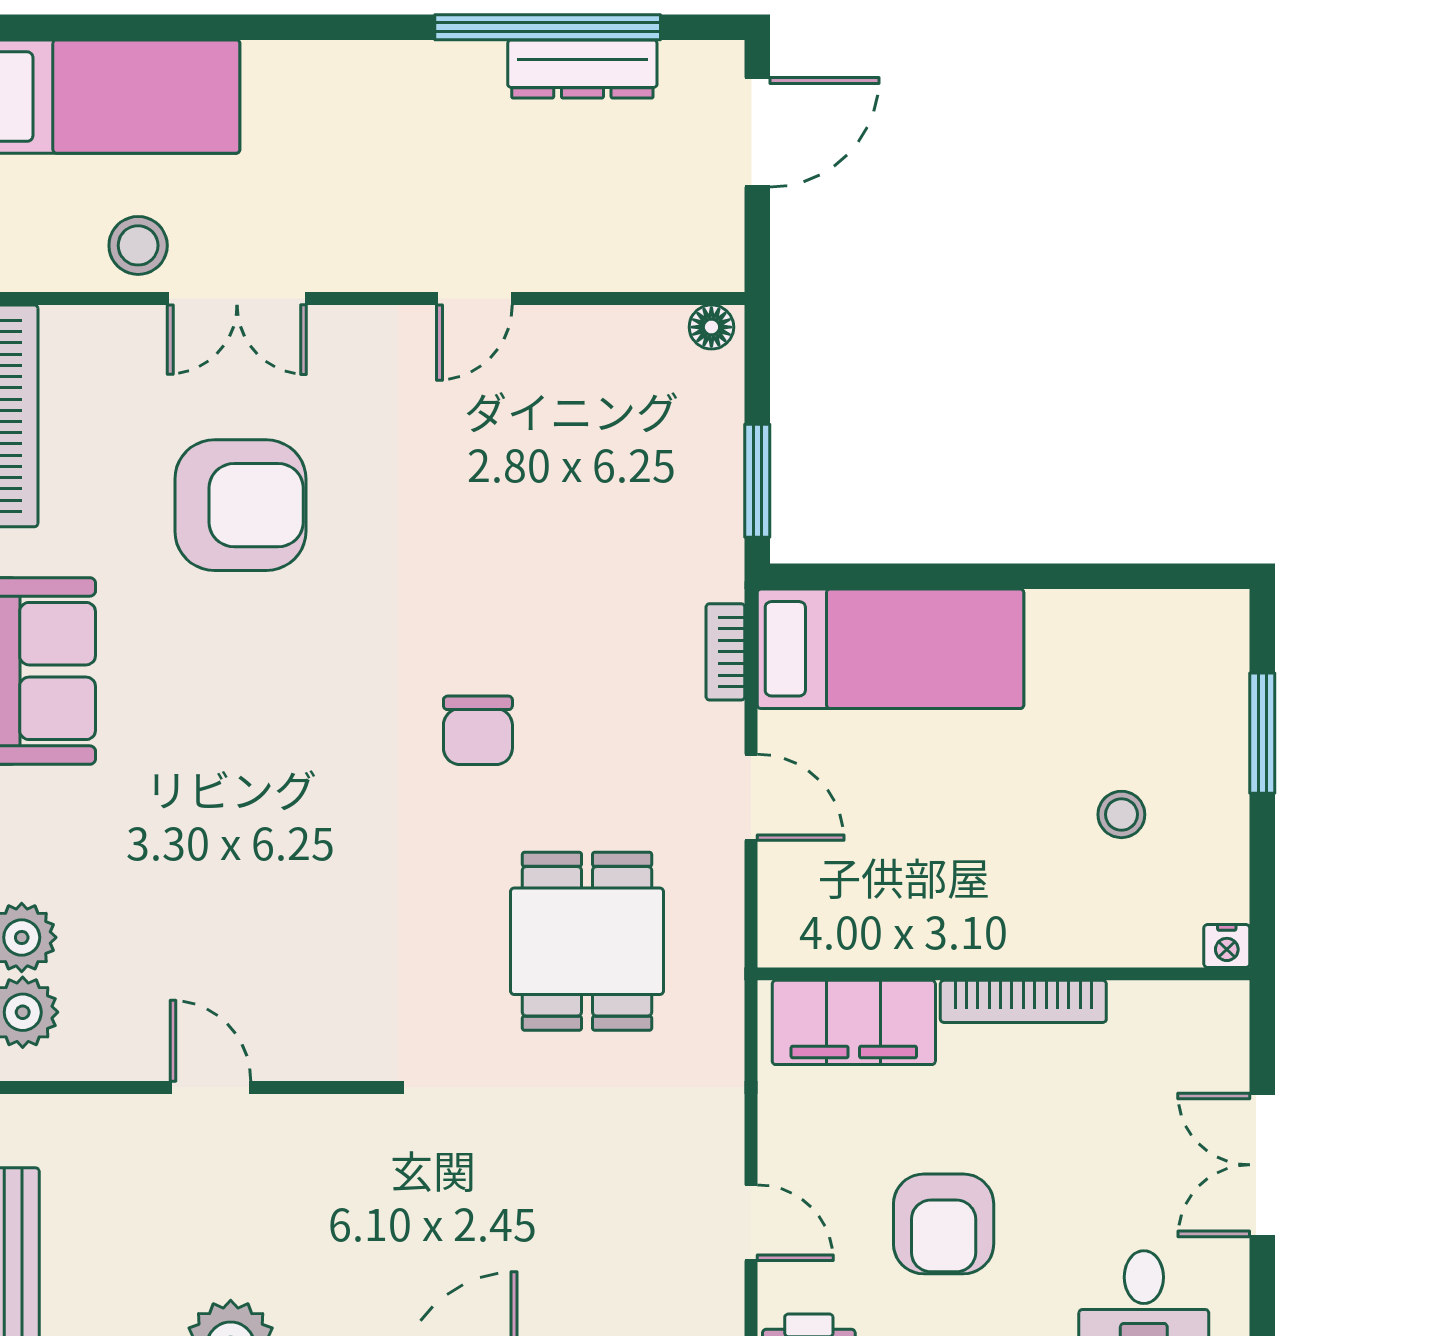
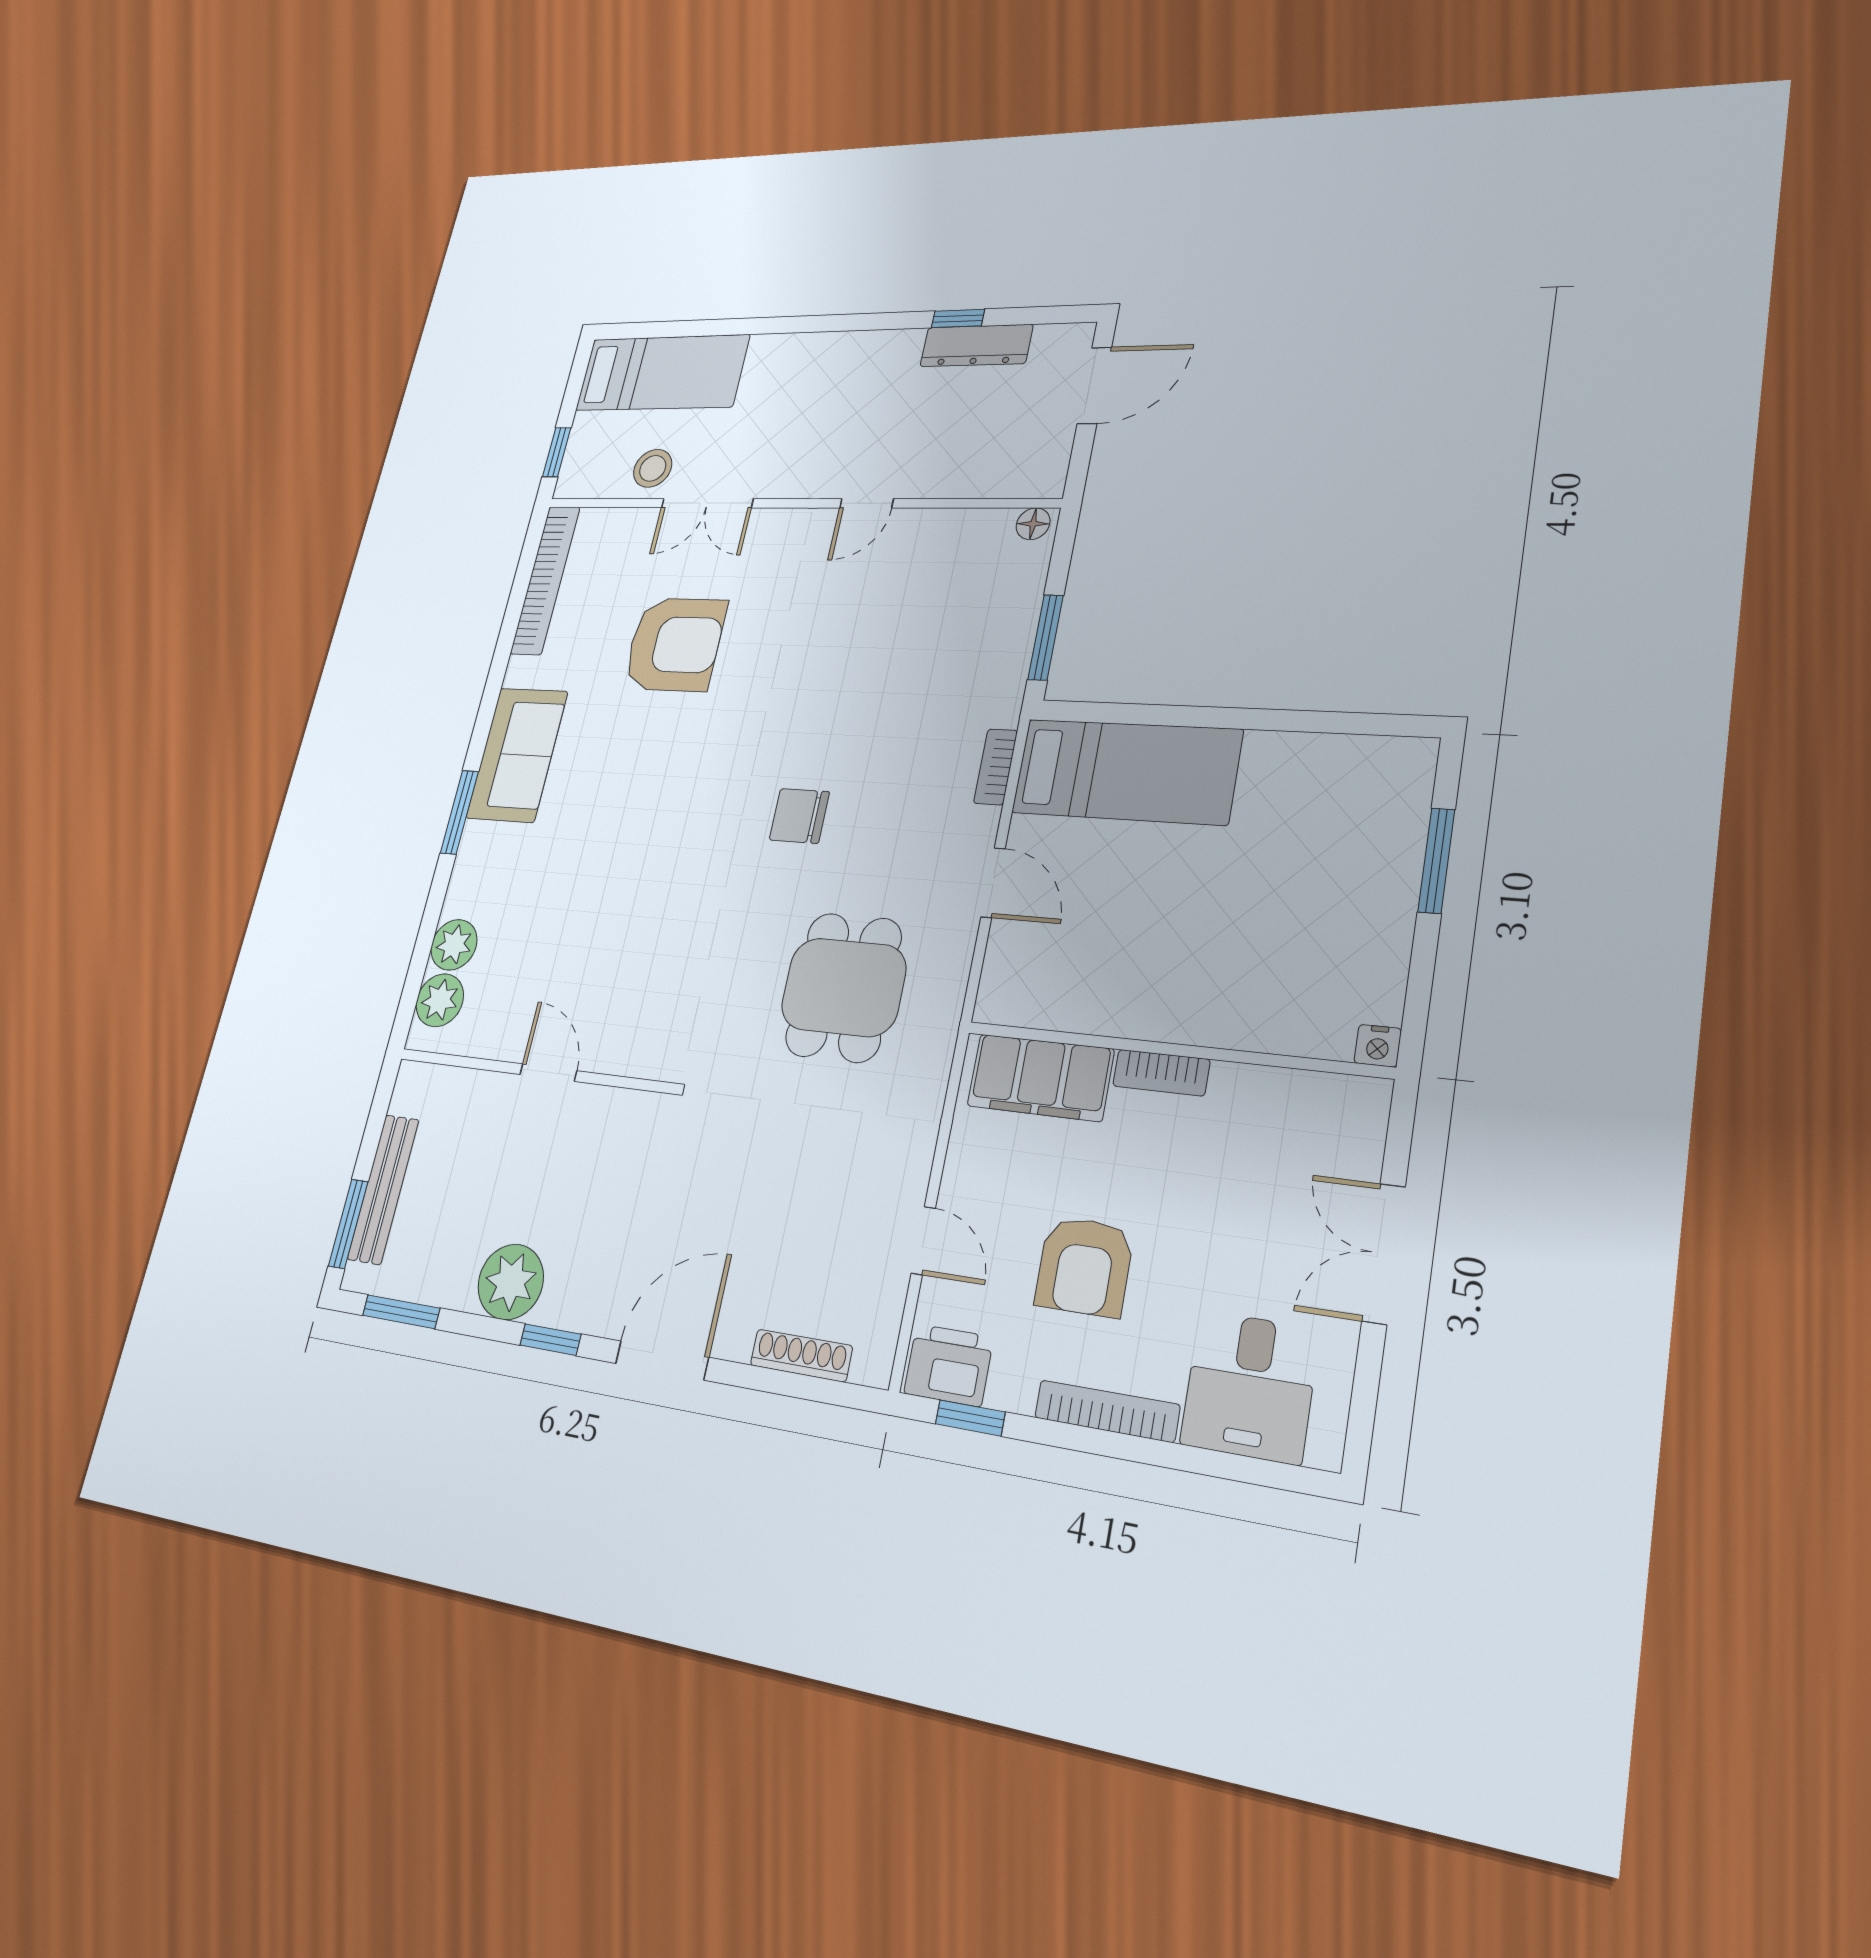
window: (548, 27) -> (958, 318), width x0.32
chair: (478, 730) -> (799, 816), turned 90
stool: (1121, 814) -> (1299, 921), removed
bookcase: (1023, 1001) -> (1161, 1073), width x0.64

